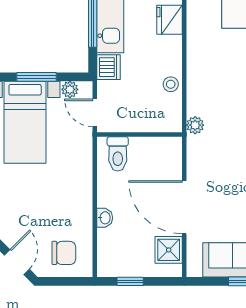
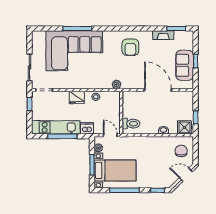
fridge: (169, 20) -> (77, 97), moved
door: (95, 113) -> (110, 135), swing flipped
door: (184, 207) -> (158, 90), swing flipped
shower: (169, 250) -> (184, 127), moved

